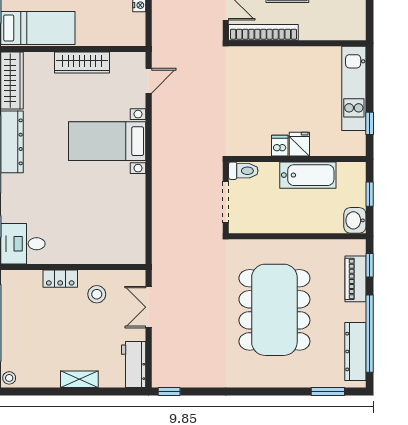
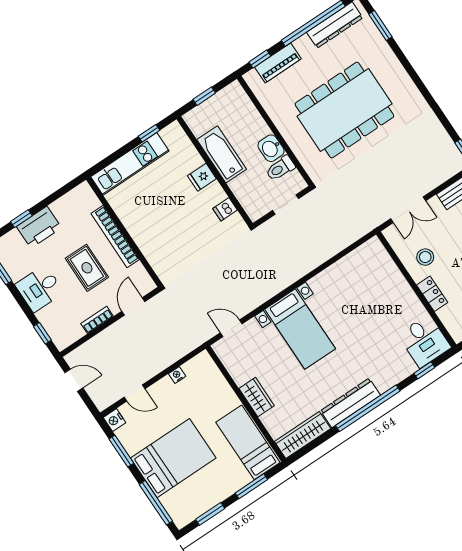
bookcase: (263, 32) -> (115, 236), moved
wardrobe: (82, 62) -> (257, 397), width x0.67
dishwasher: (280, 146) -> (225, 209), moved
toilet: (243, 171) -> (280, 168), moved, turned -90
doorway: (226, 202) -> (286, 204), width x0.73
washbasin: (355, 220) -> (271, 148), moved, turned 90

